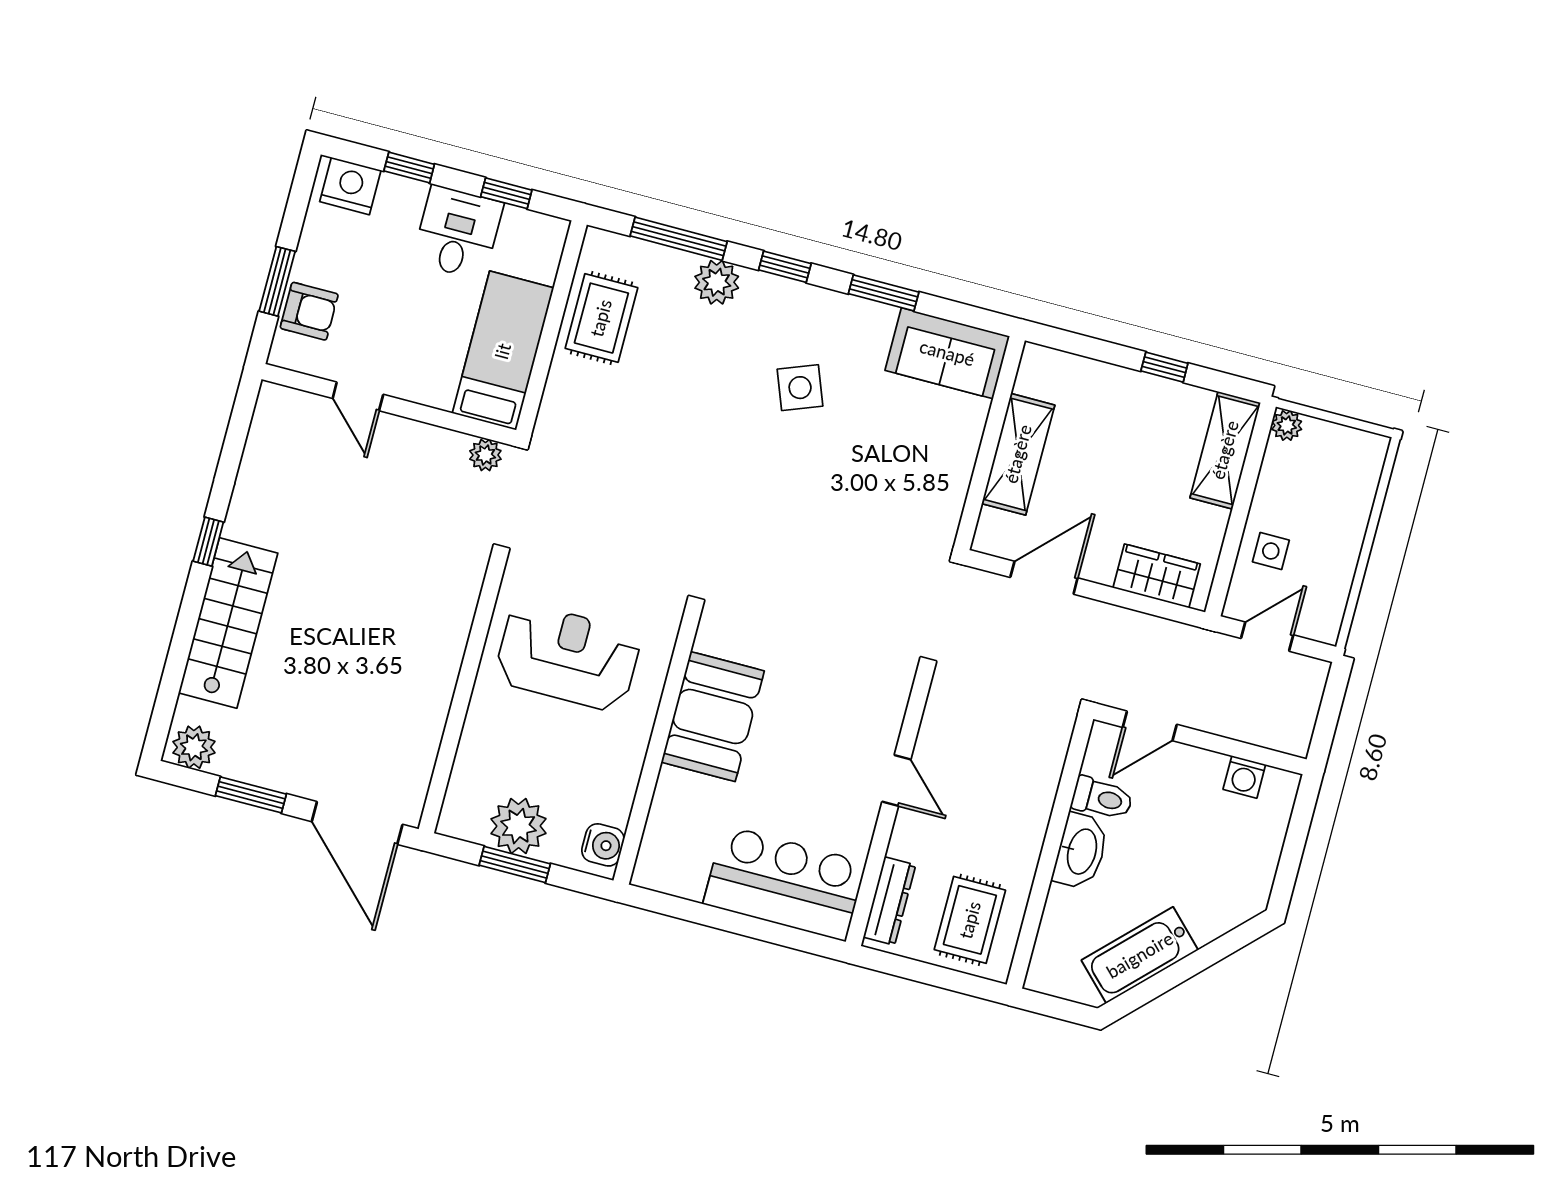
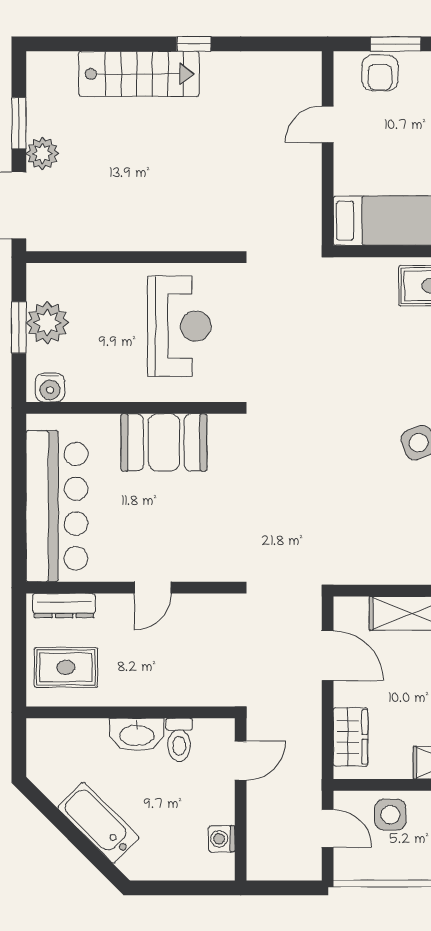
plant: (485, 455) -> (310, 228), removed
side table: (1271, 551) -> (390, 815), width x1.37, depth x1.37
door: (1150, 726) -> (241, 761), swing flipped
plant: (194, 747) -> (42, 153), moved
bar counter: (785, 883) -> (57, 506), width x1.36
bathtub: (1140, 955) -> (98, 823), moved

